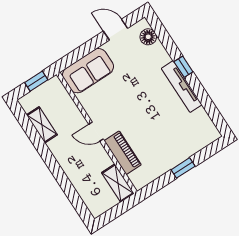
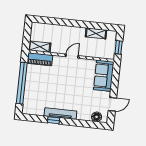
window: (183, 67) -> (54, 120), moved
piano: (123, 153) -> (40, 59), moved
window: (183, 168) -> (22, 83), width x3.17

